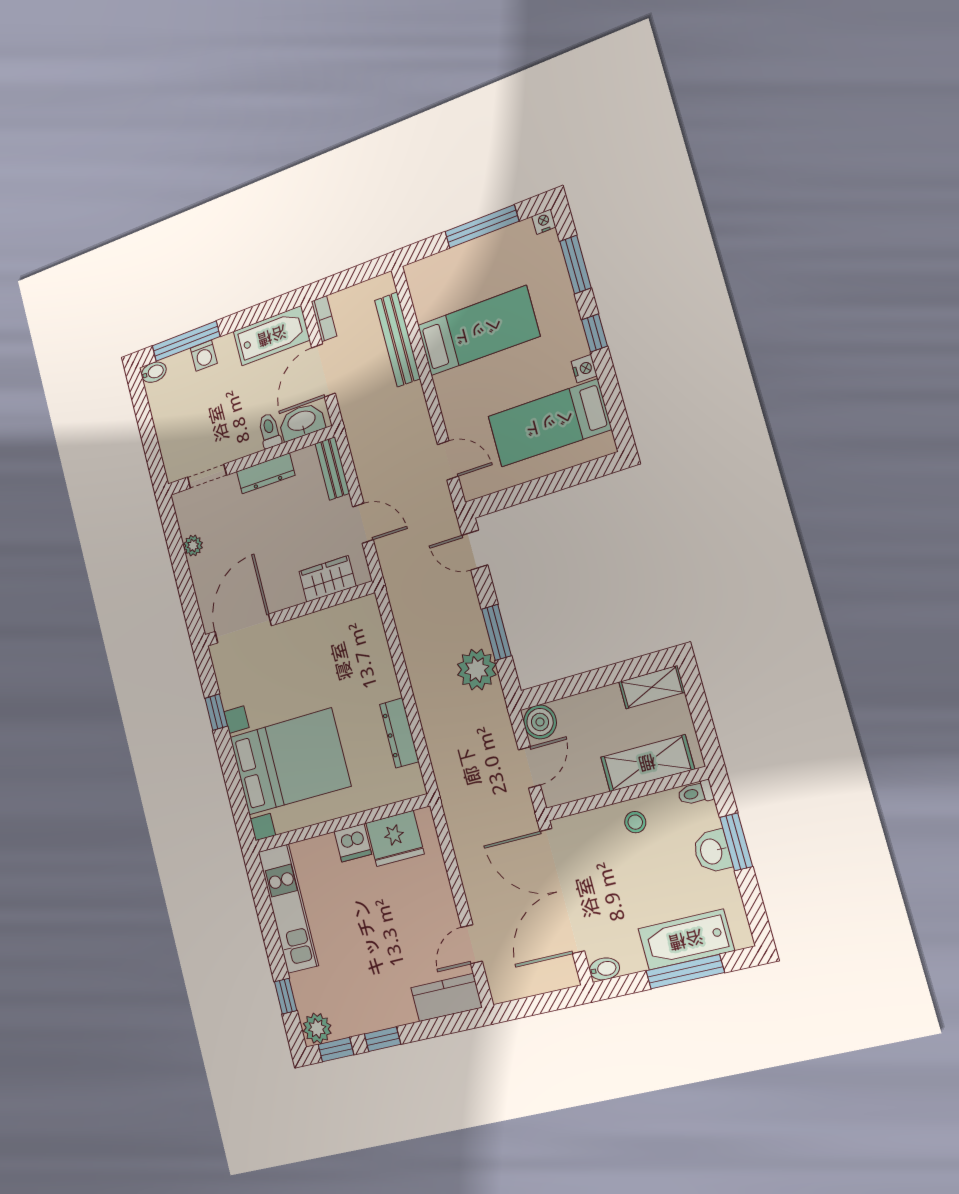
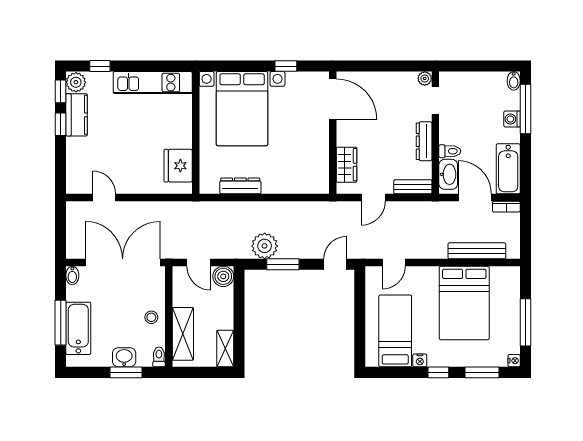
bed: (478, 331) -> (464, 303), width x1.50
plant: (193, 546) -> (425, 78), moved
dishwasher: (353, 843) -> (182, 137), removed
kitchen counter: (446, 998) -> (77, 115), moved

